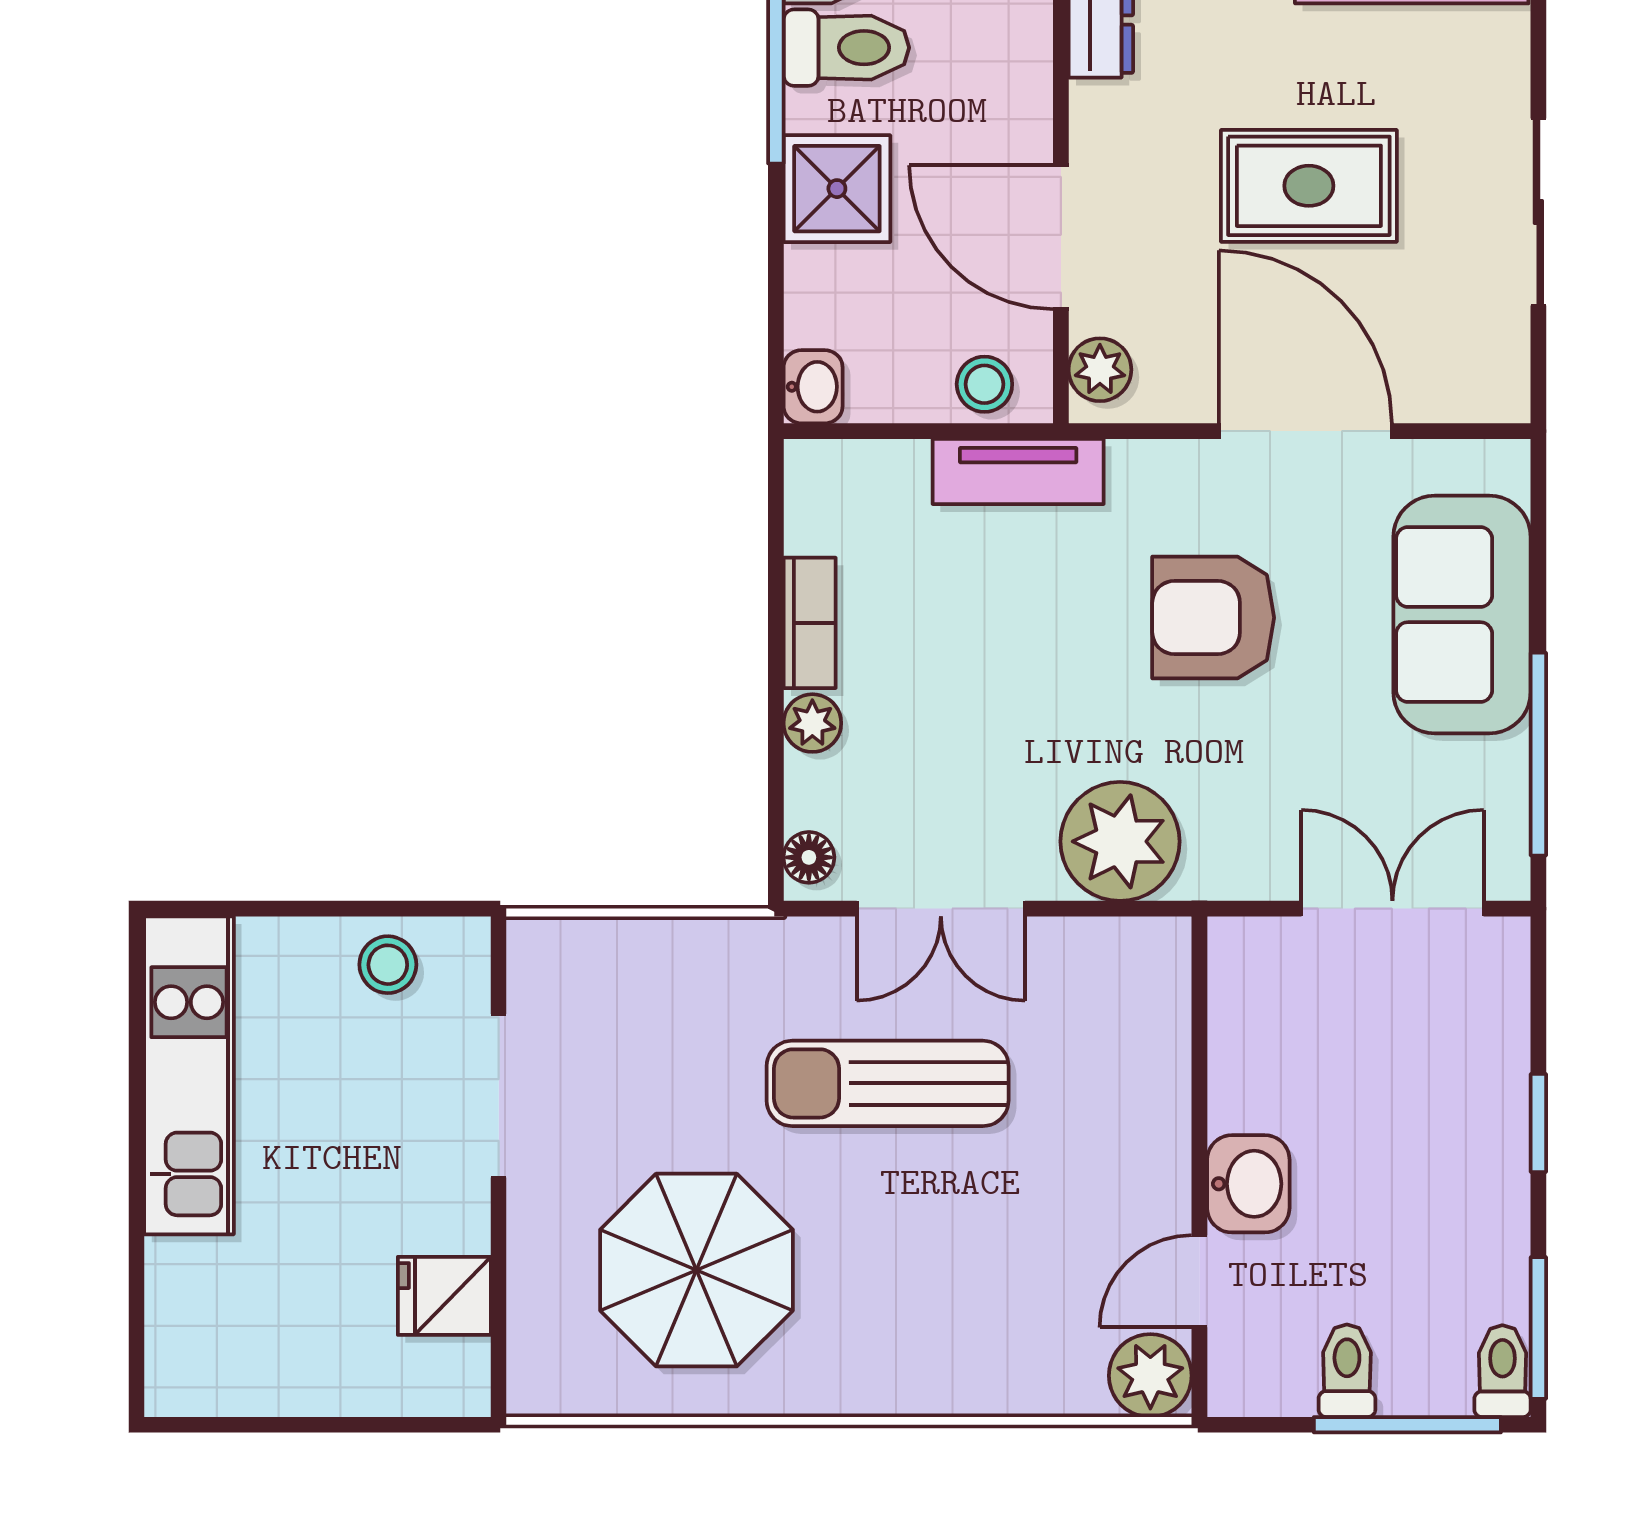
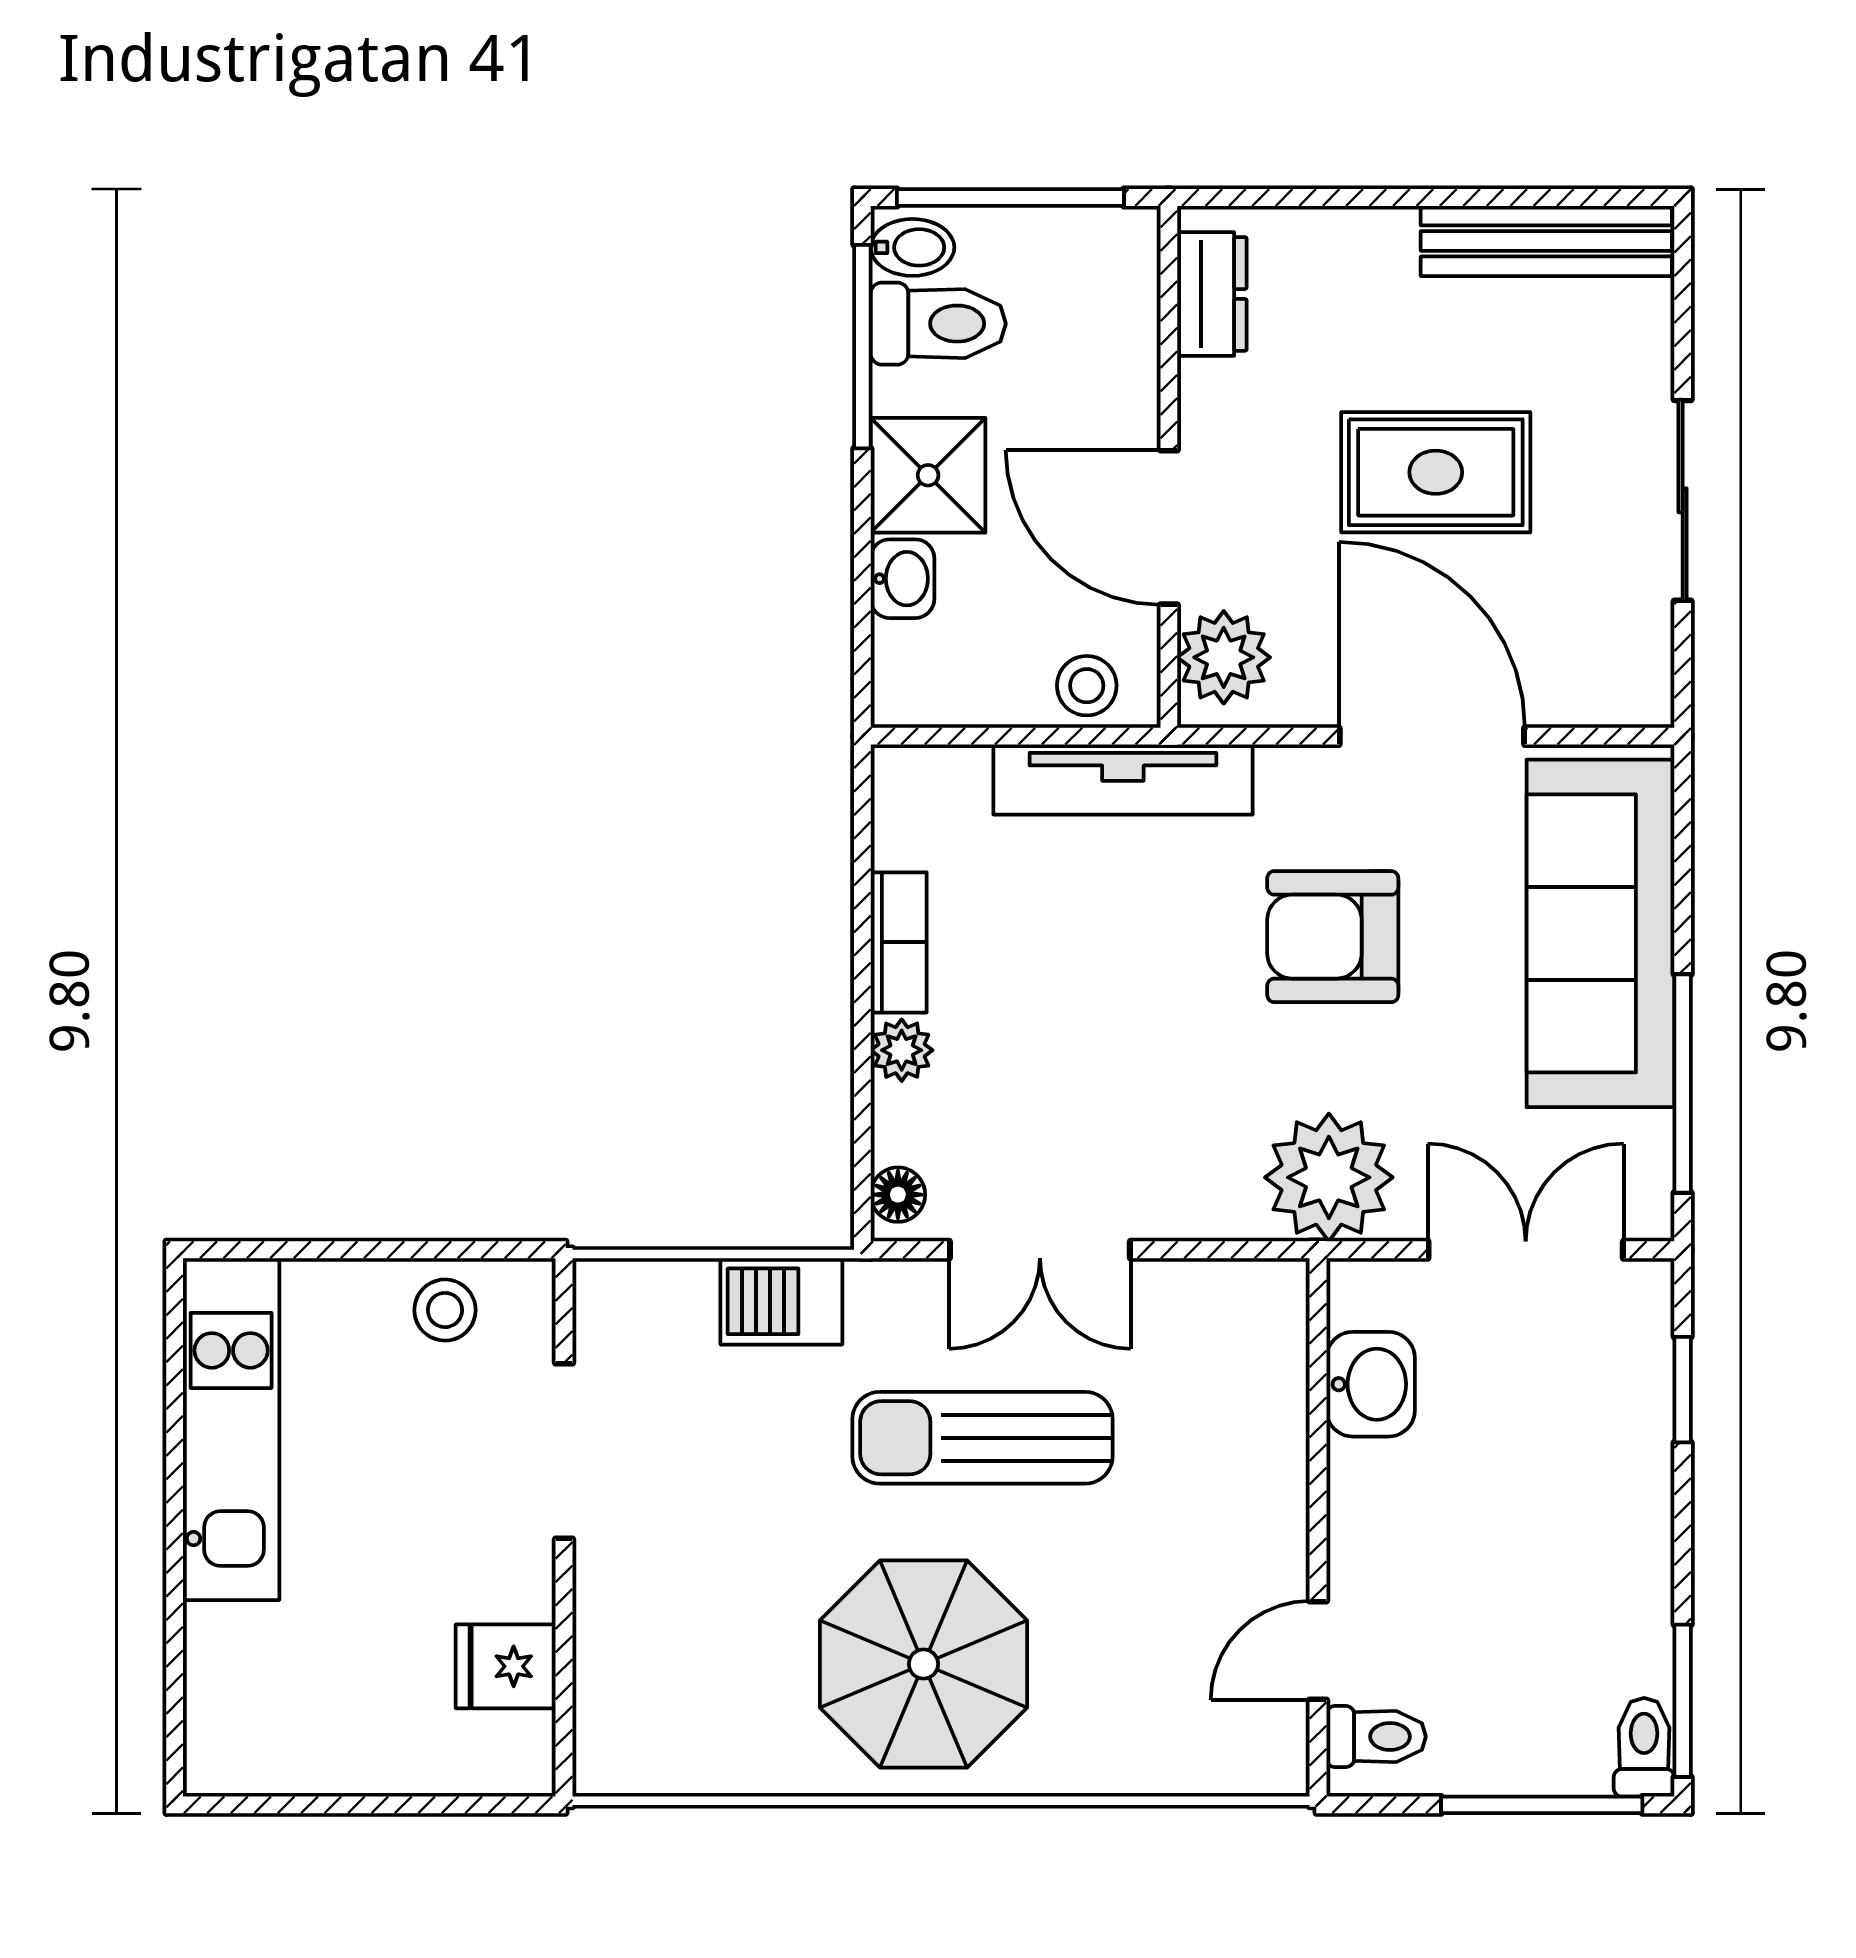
plant: (1100, 370) -> (1224, 657), width x1.38, depth x1.38
washbasin: (813, 387) -> (902, 579), moved
tv unit: (1018, 471) -> (1123, 779), width x1.41
sofa: (1462, 615) -> (1600, 933), width x1.36
plant: (1120, 841) -> (1329, 1177), moved
barbecue: (701, 957) -> (781, 1301), added
window: (1538, 1123) -> (1683, 1390), moved
washbasin: (1248, 1184) -> (1371, 1384), moved
parasol: (696, 1270) -> (923, 1664), moved
toilet: (1347, 1371) -> (1376, 1737), moved, turned 90
plant: (1150, 1376) -> (1265, 1752), removed

